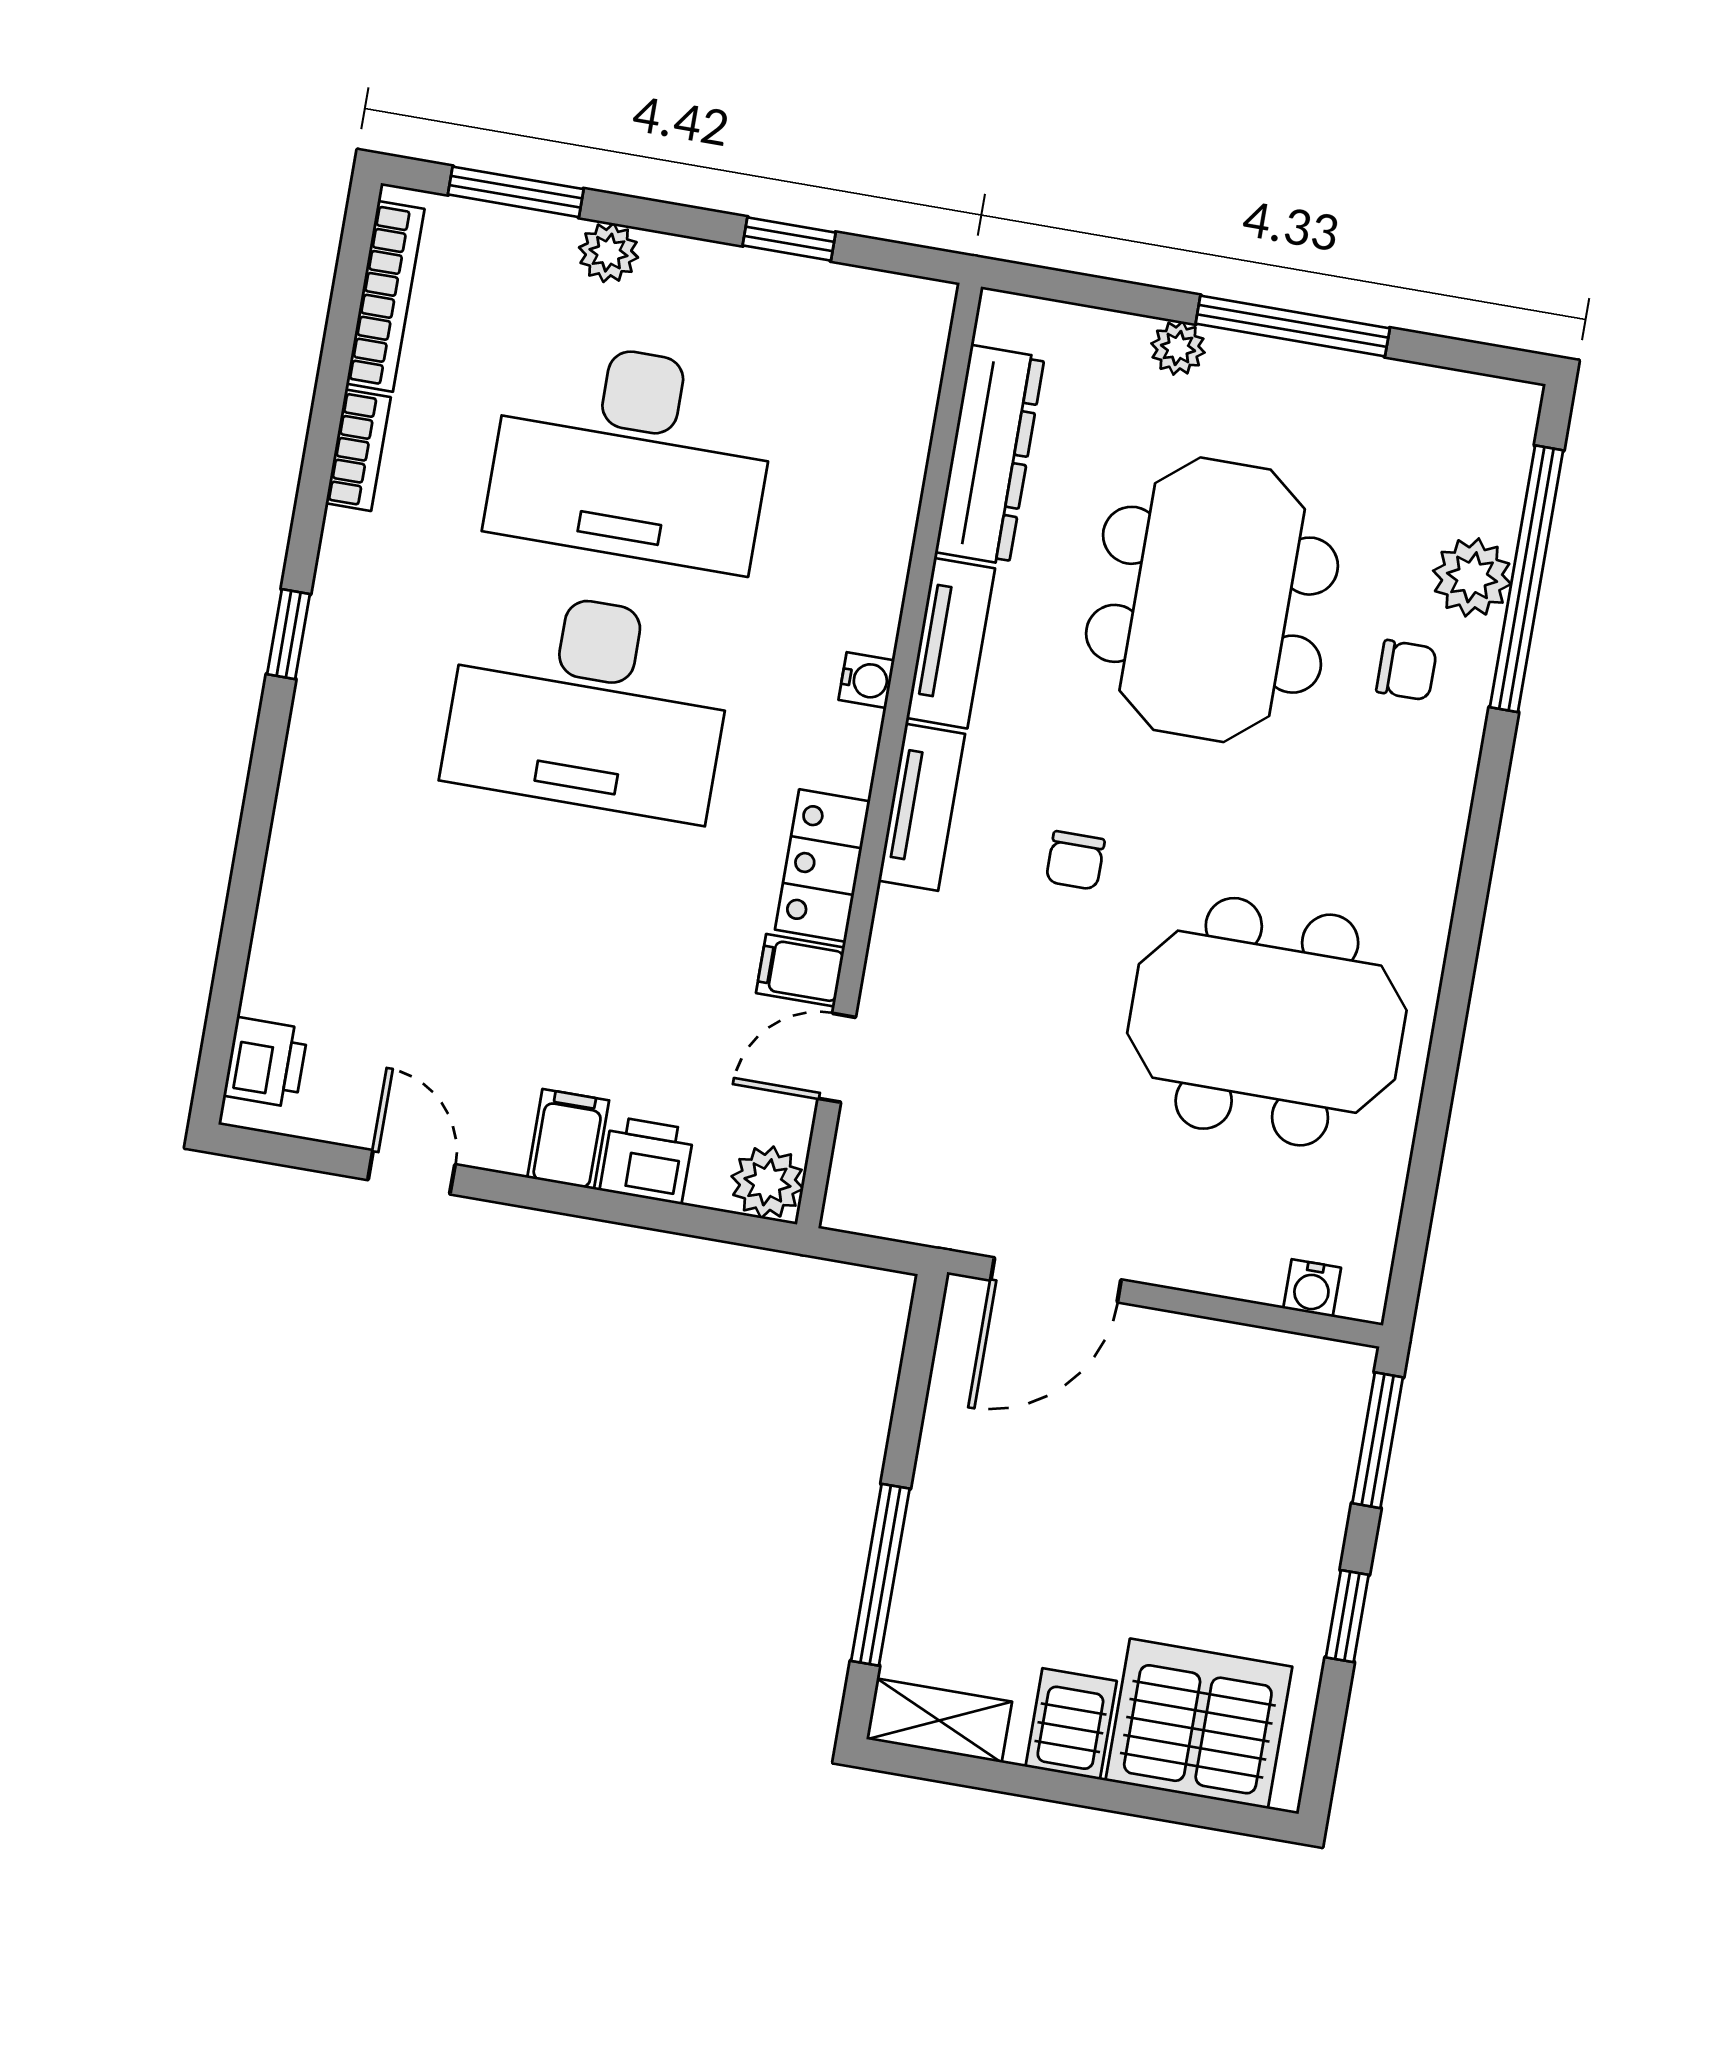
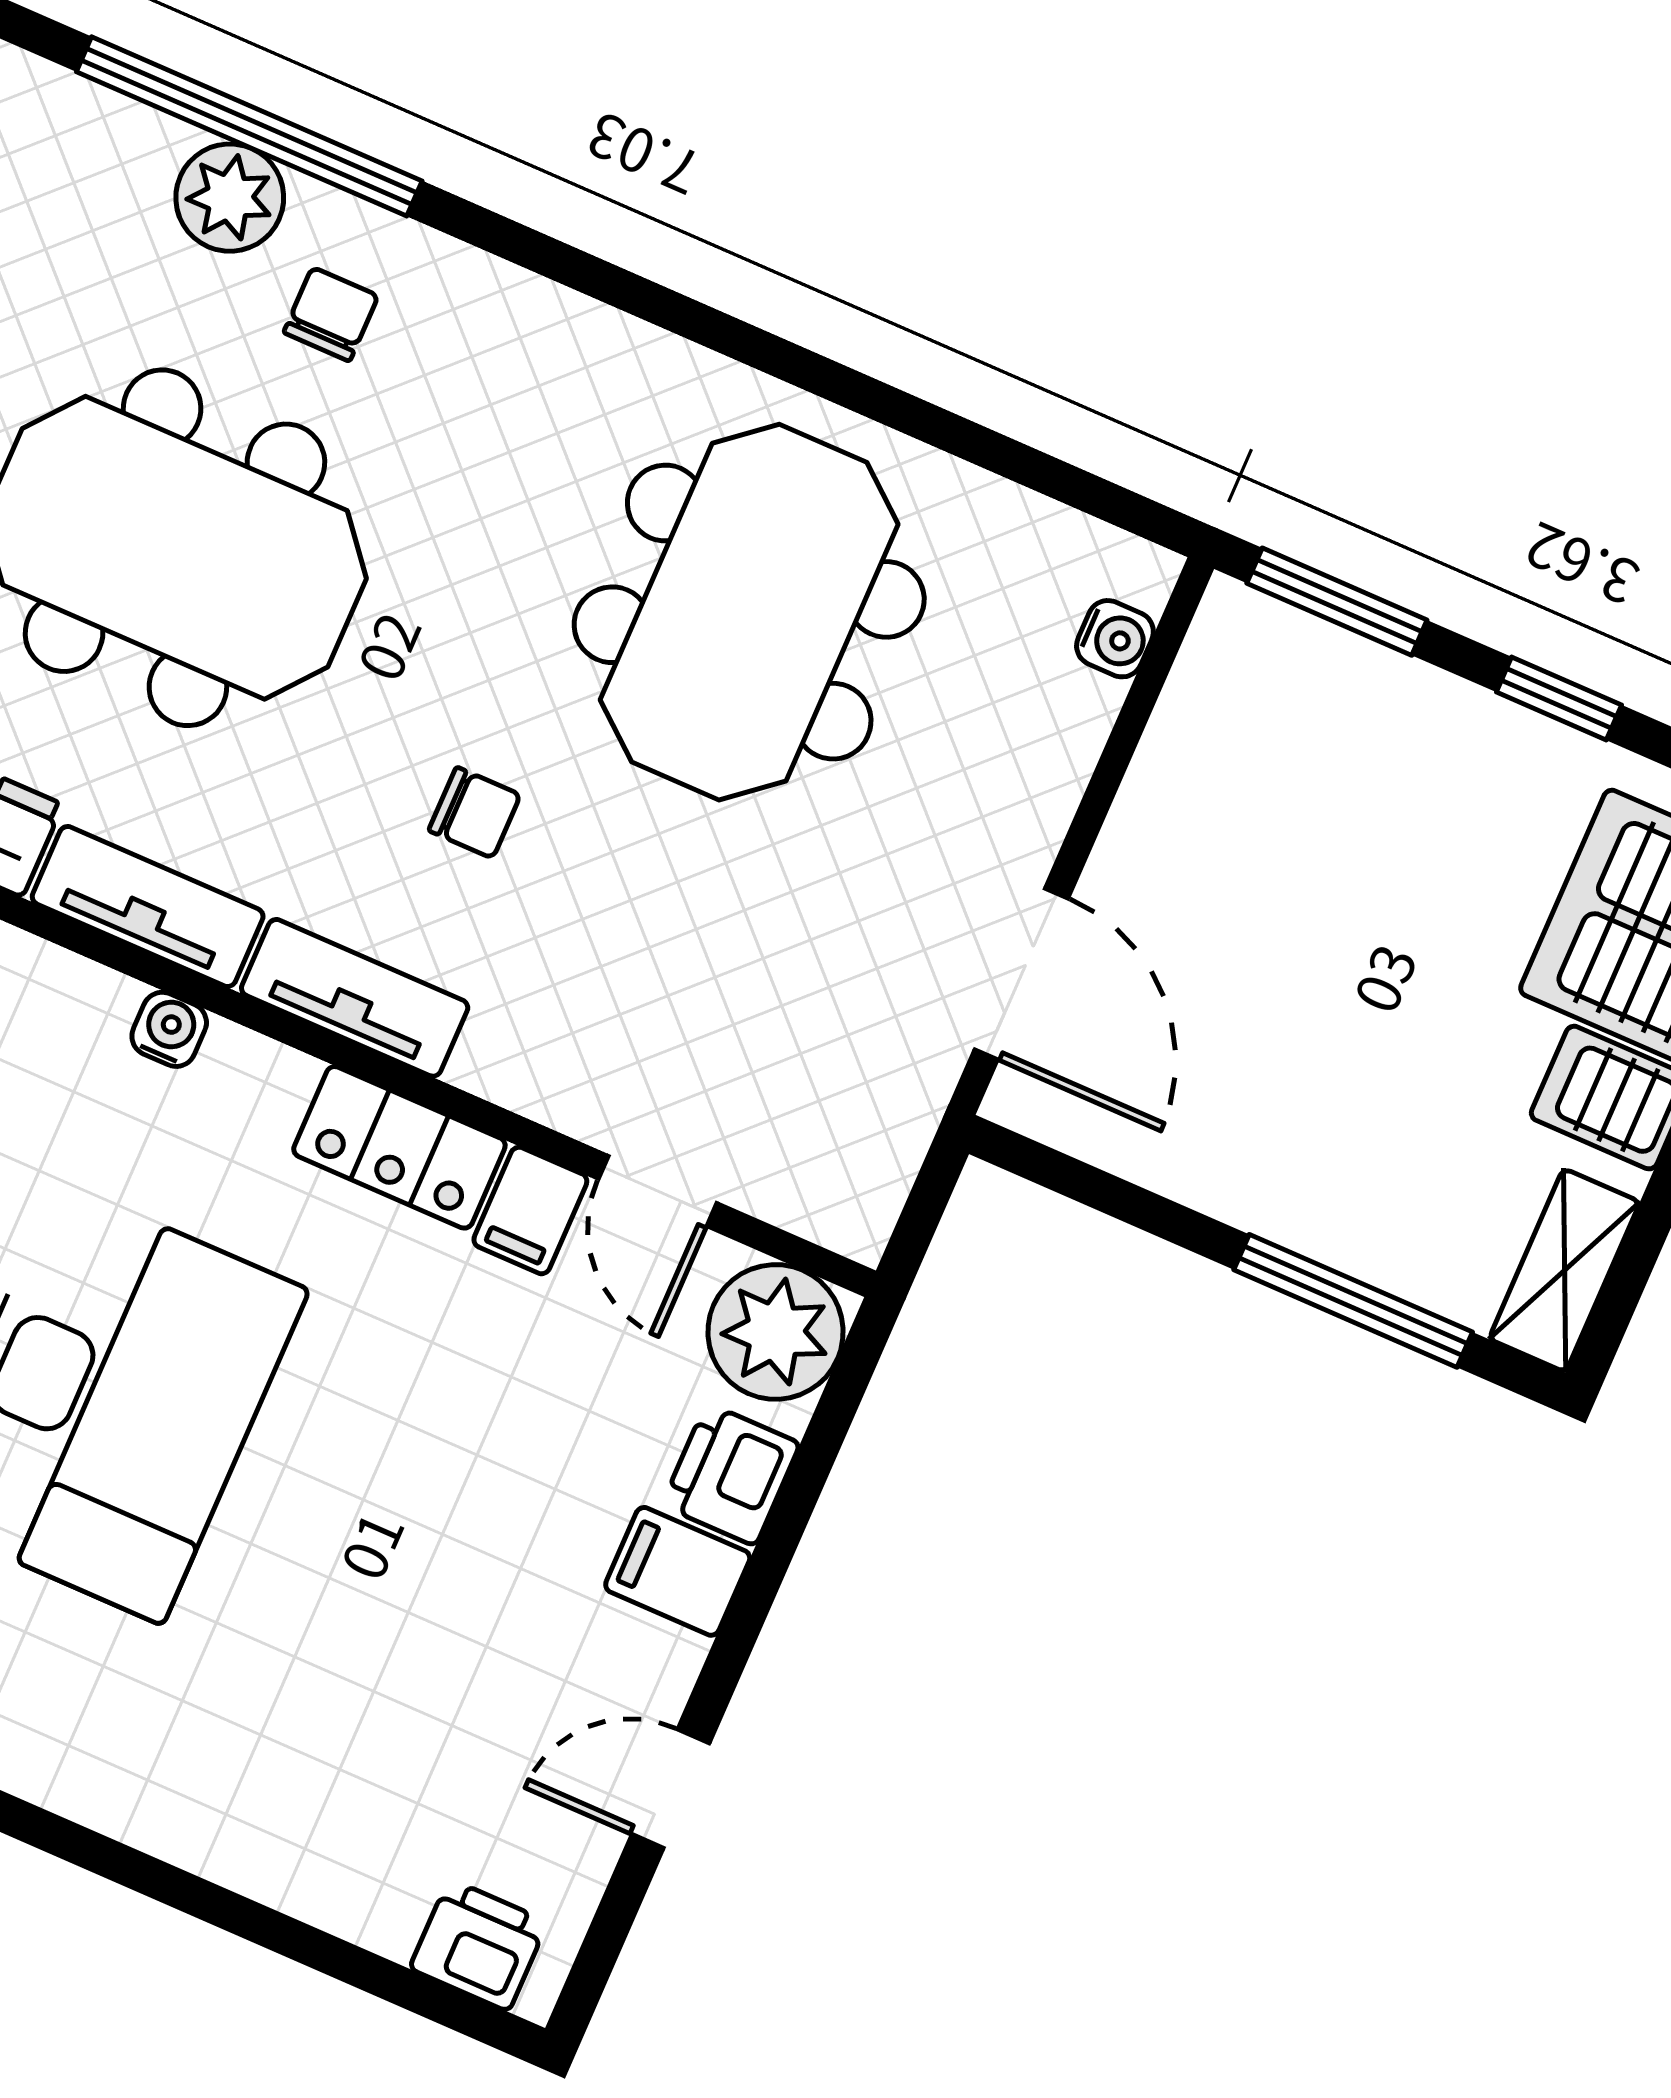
plant: (767, 1182) -> (776, 1332), width x1.36, depth x1.36

